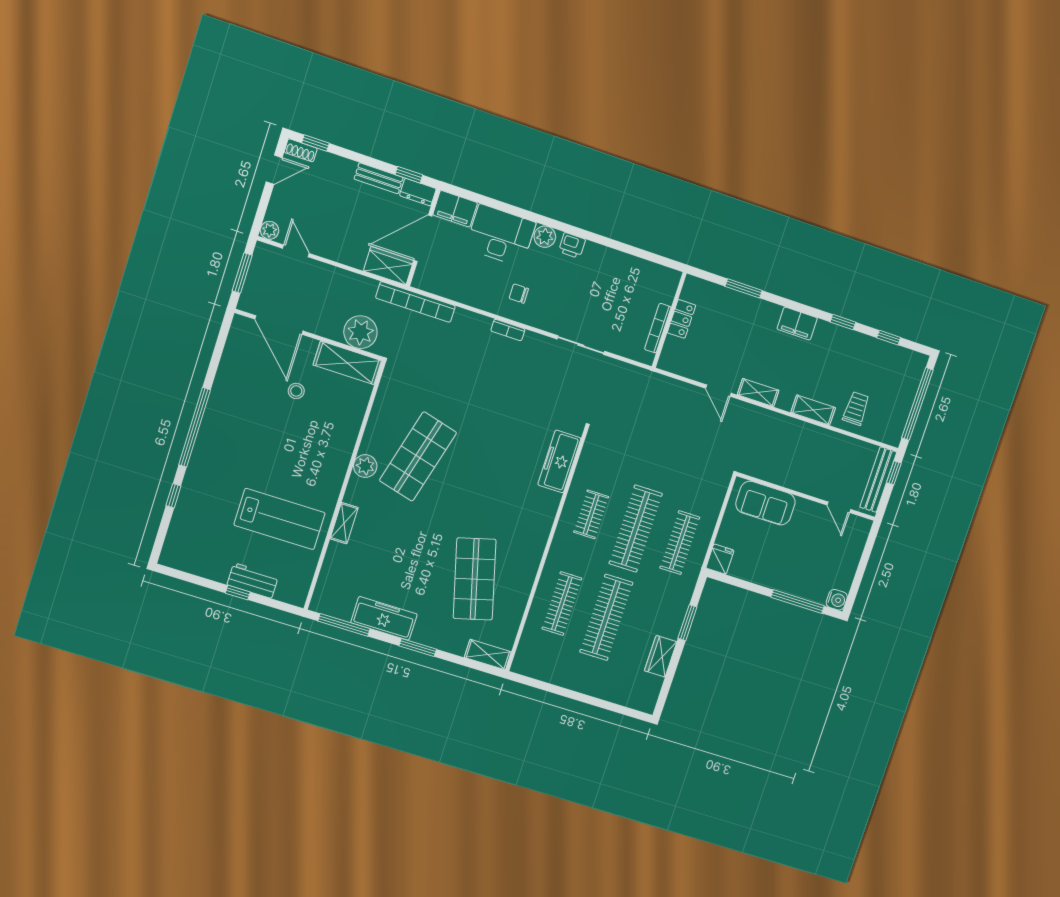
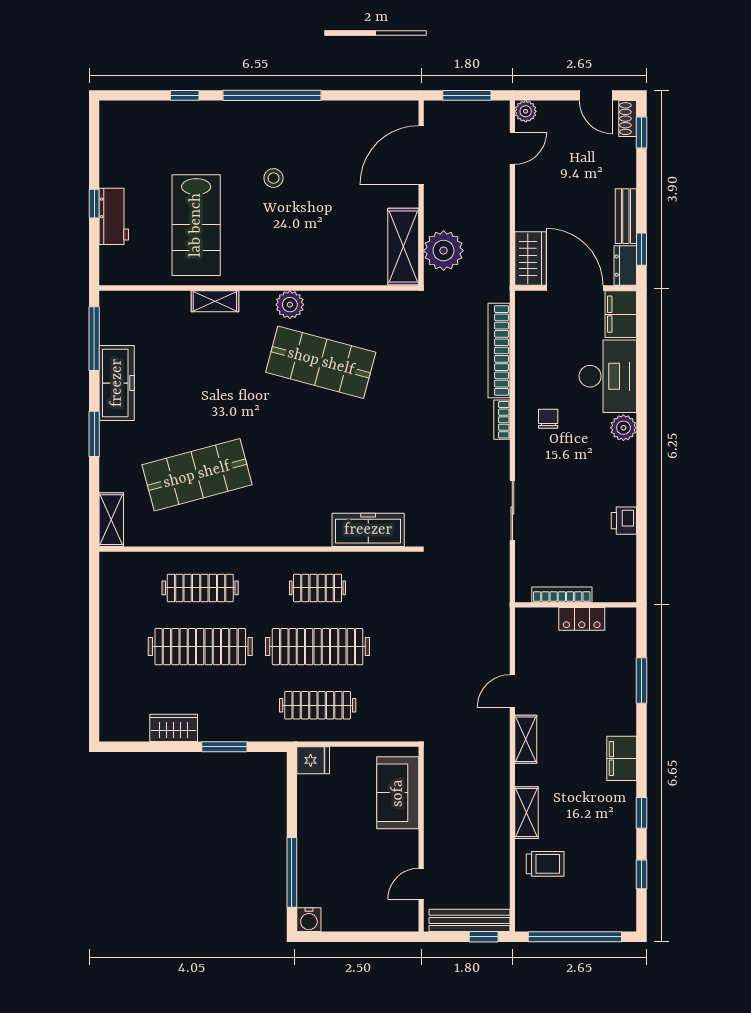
printer: (572, 245) -> (624, 521), moved
bookcase: (415, 302) -> (499, 351), moved
stool: (296, 391) -> (274, 178), moved

